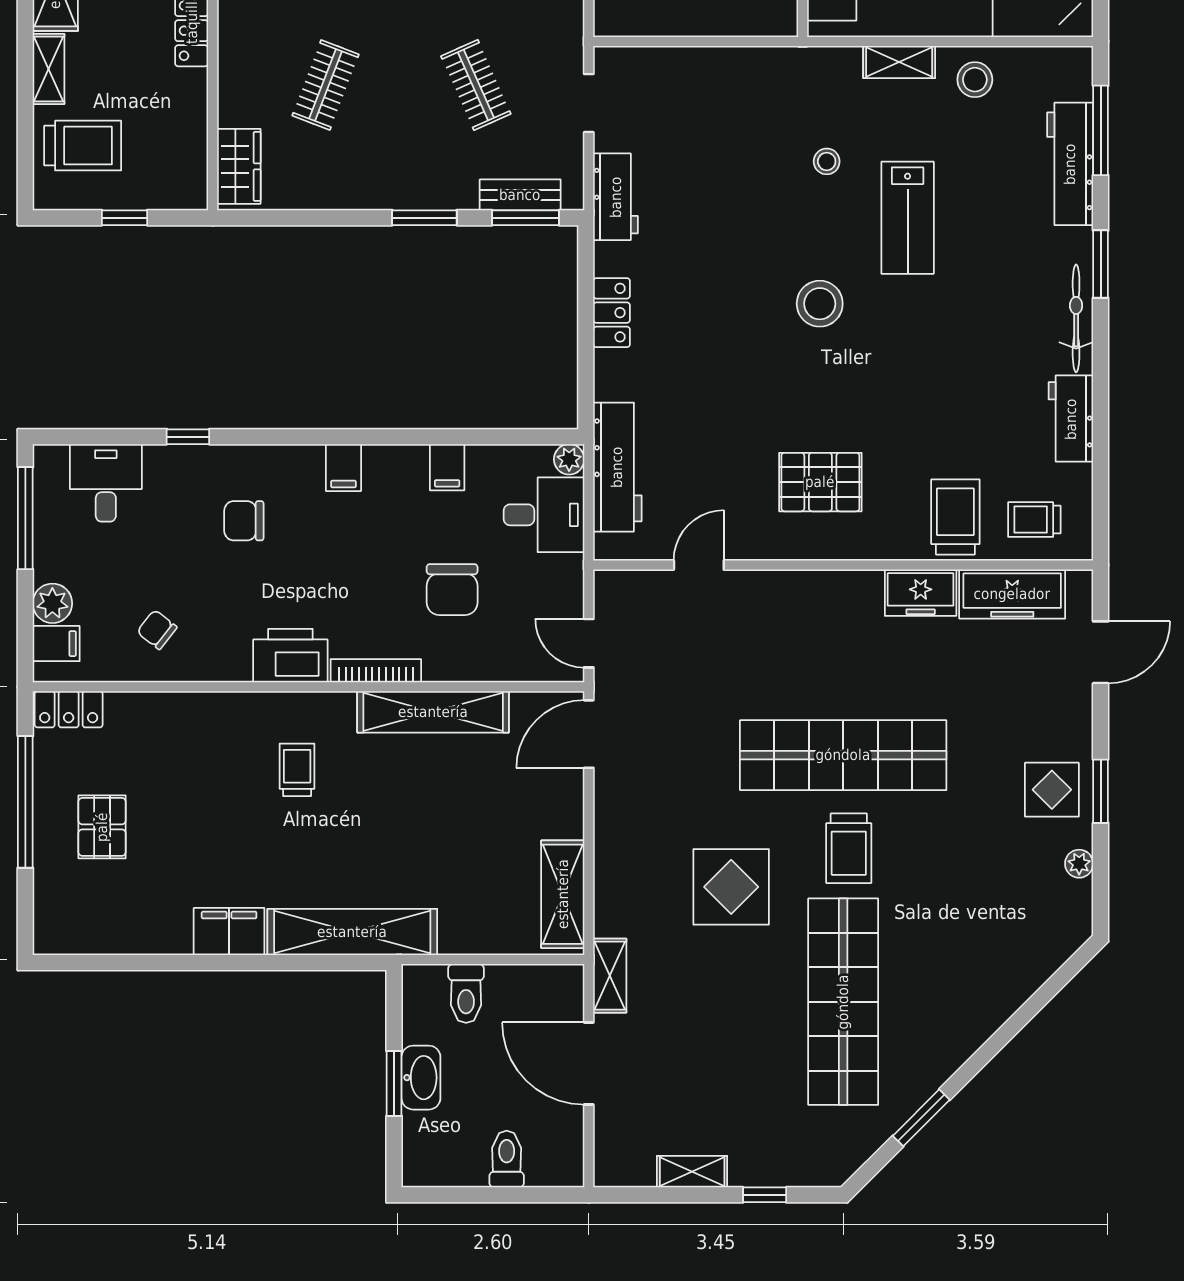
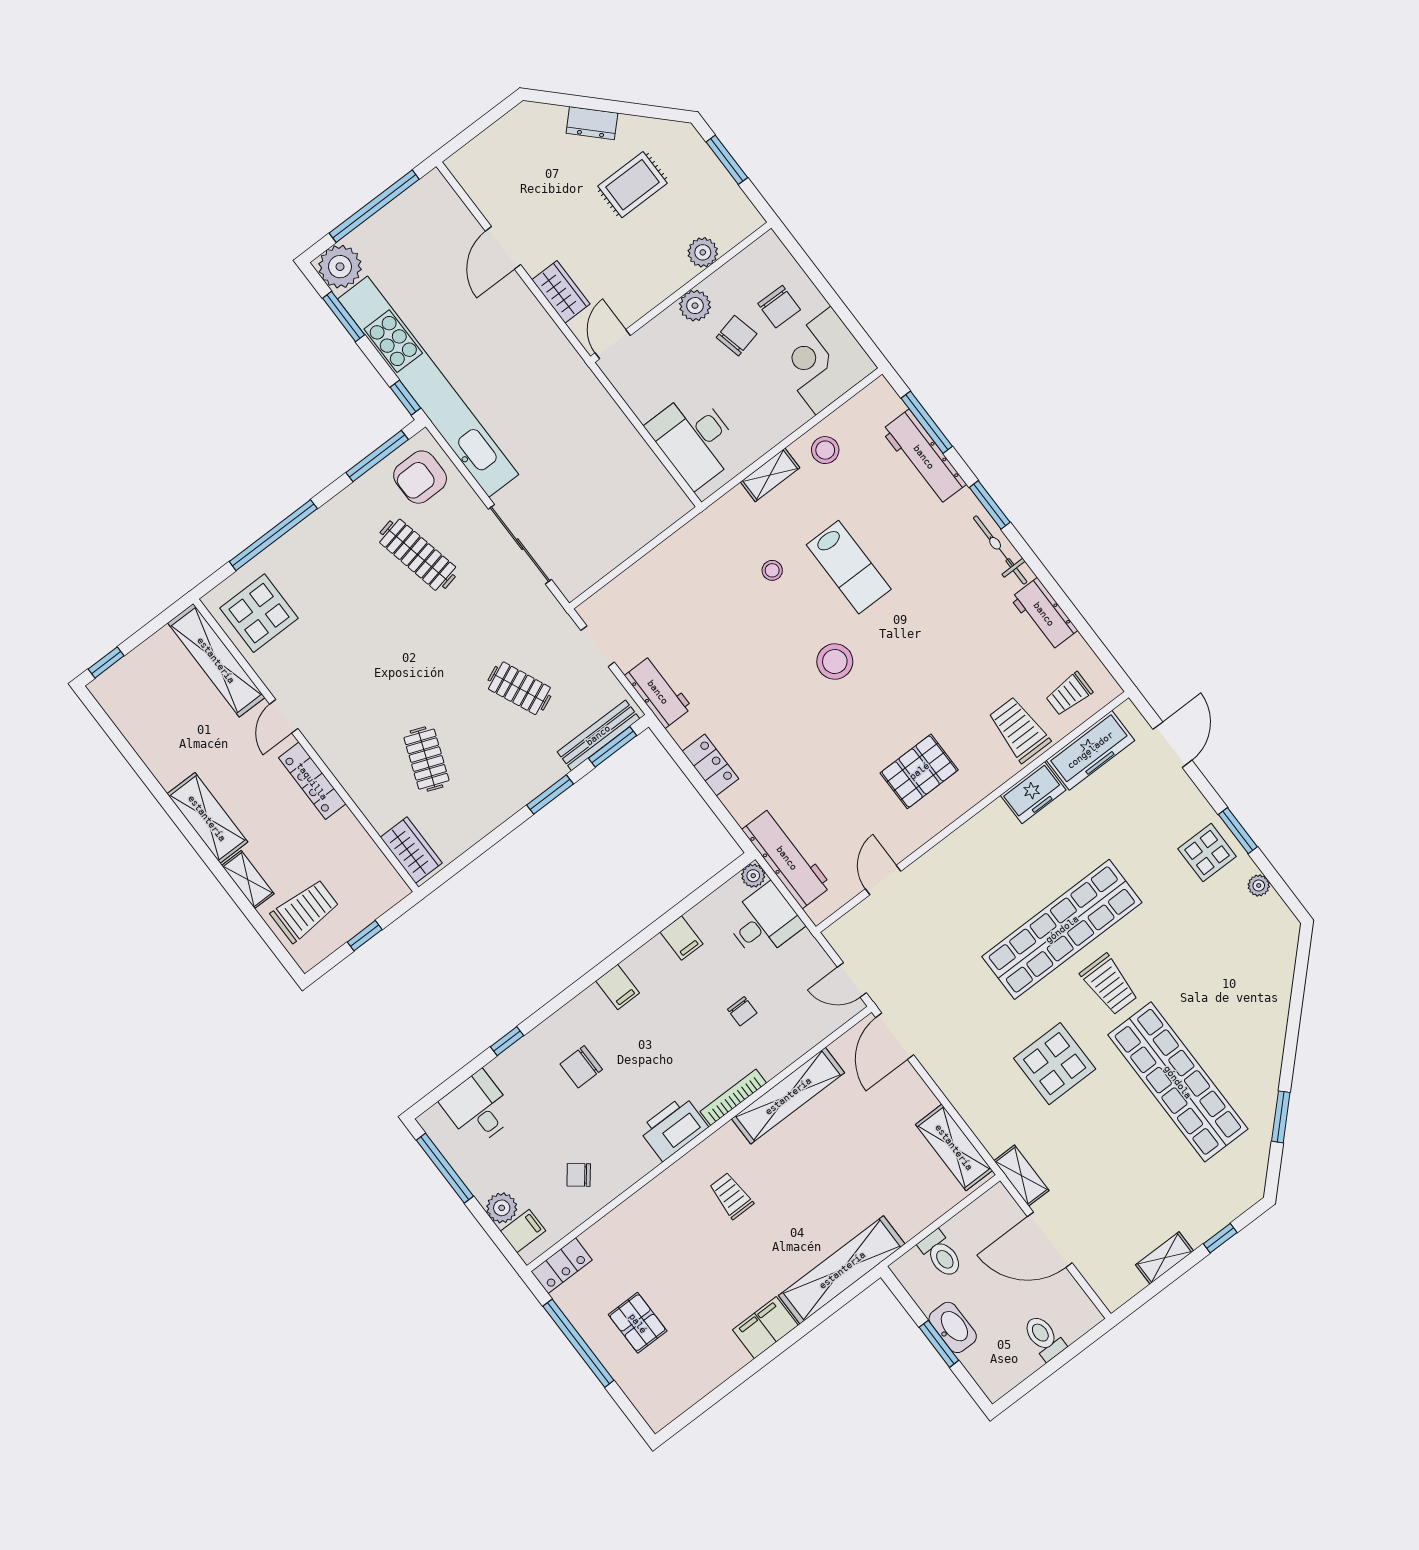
bench: (520, 195) -> (598, 735), width x1.36
chair: (452, 590) -> (742, 1011), width x0.54, depth x0.54

